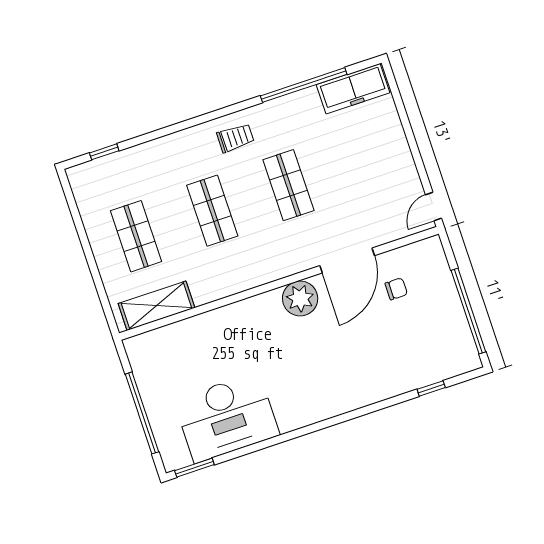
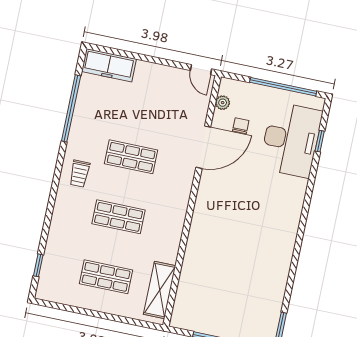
freezer: (353, 89) -> (109, 65), moved, turned 90
trolley: (235, 138) -> (80, 174), turned 180
door: (347, 261) -> (203, 147), hinge flipped
plant: (300, 298) -> (223, 103), moved, width x0.53, depth x0.53
desk: (227, 417) -> (291, 140), moved

